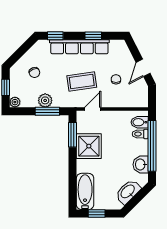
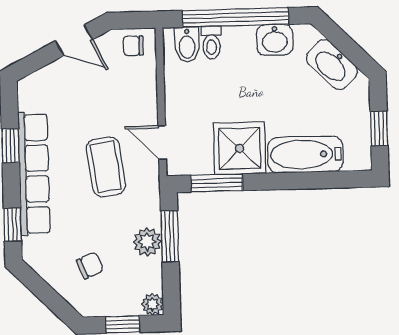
chair: (116, 79) -> (133, 46), moved
bathtub: (85, 191) -> (305, 154), moved

